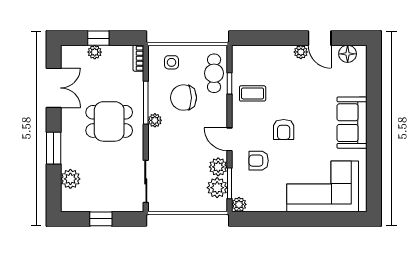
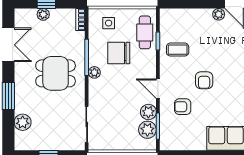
plant: (239, 204) -> (166, 144), removed

